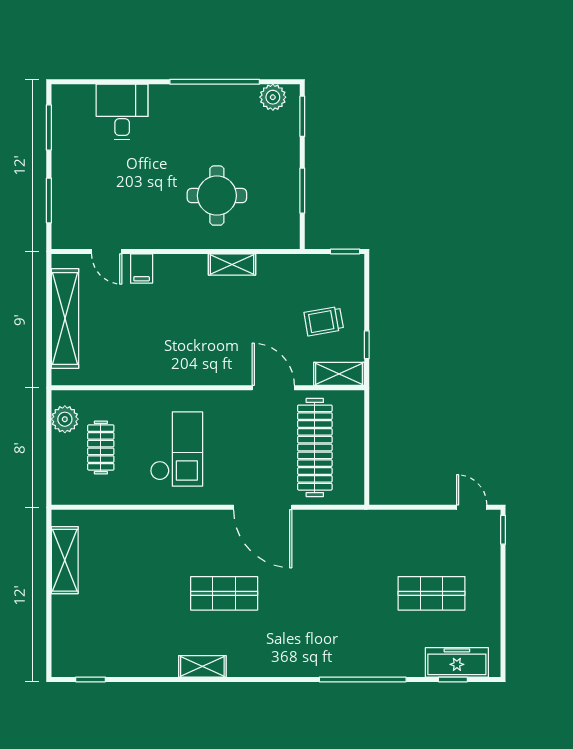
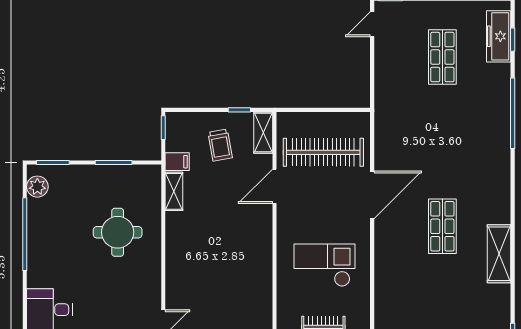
shelving: (232, 264) -> (174, 191), moved
filing cabinet: (142, 269) -> (177, 162), moved
shelving: (202, 666) -> (499, 254), width x1.50, depth x1.33

